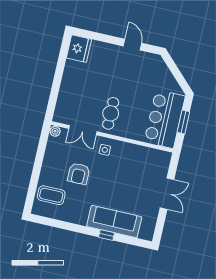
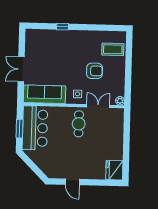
armchair: (79, 174) -> (94, 71), turned 90
sofa: (114, 222) -> (45, 94), moved, turned 180

